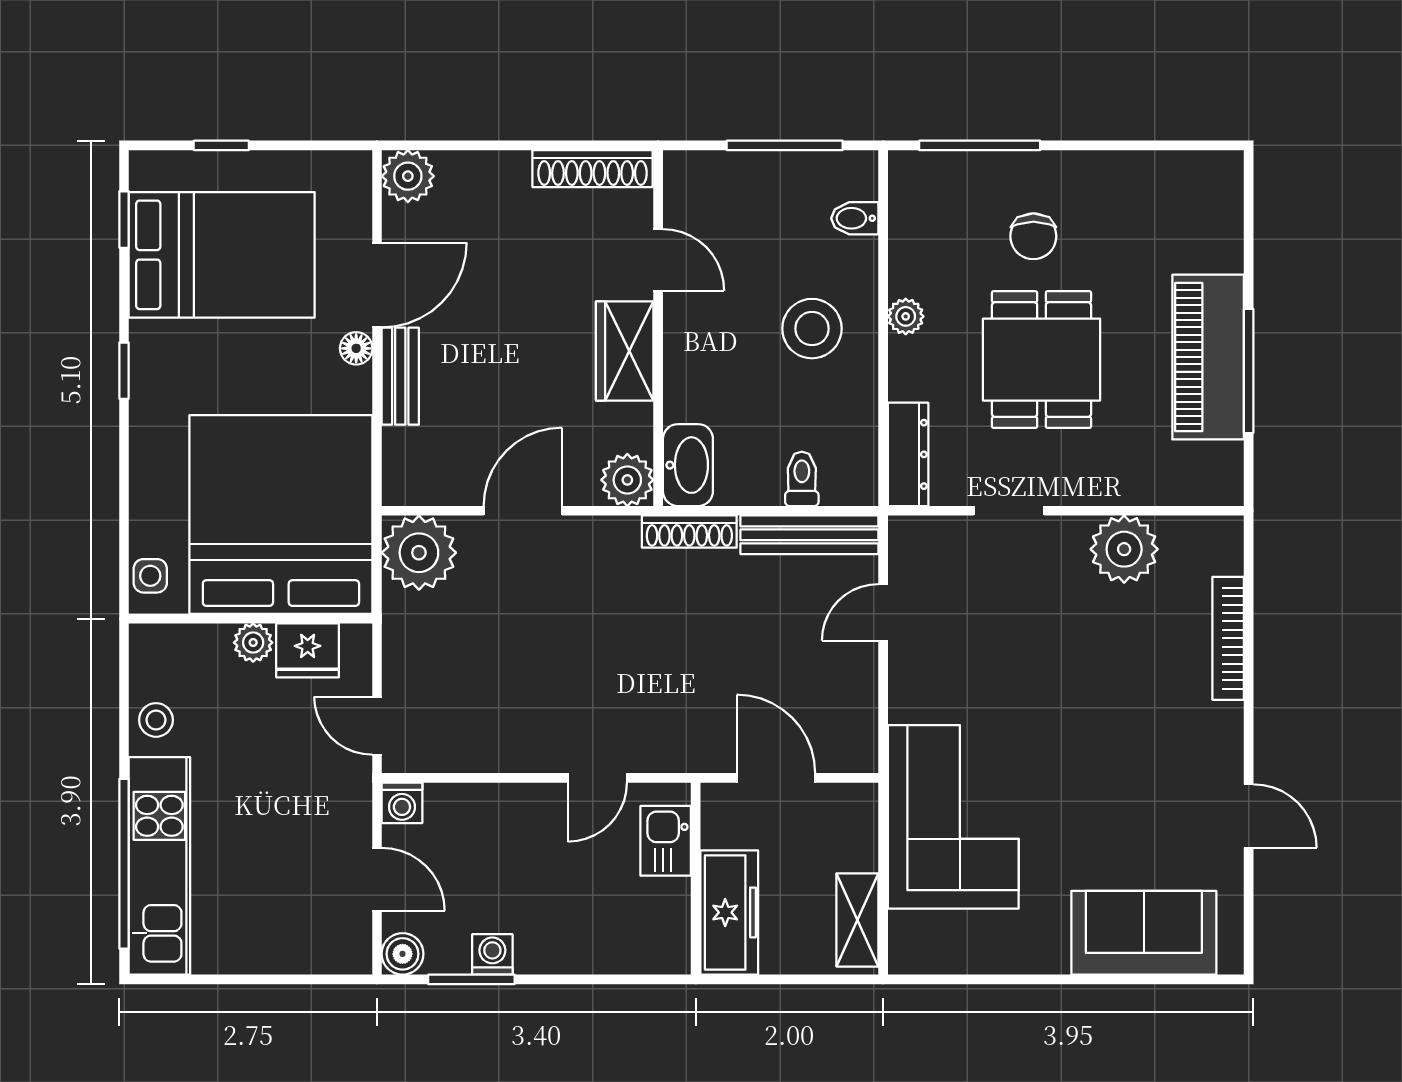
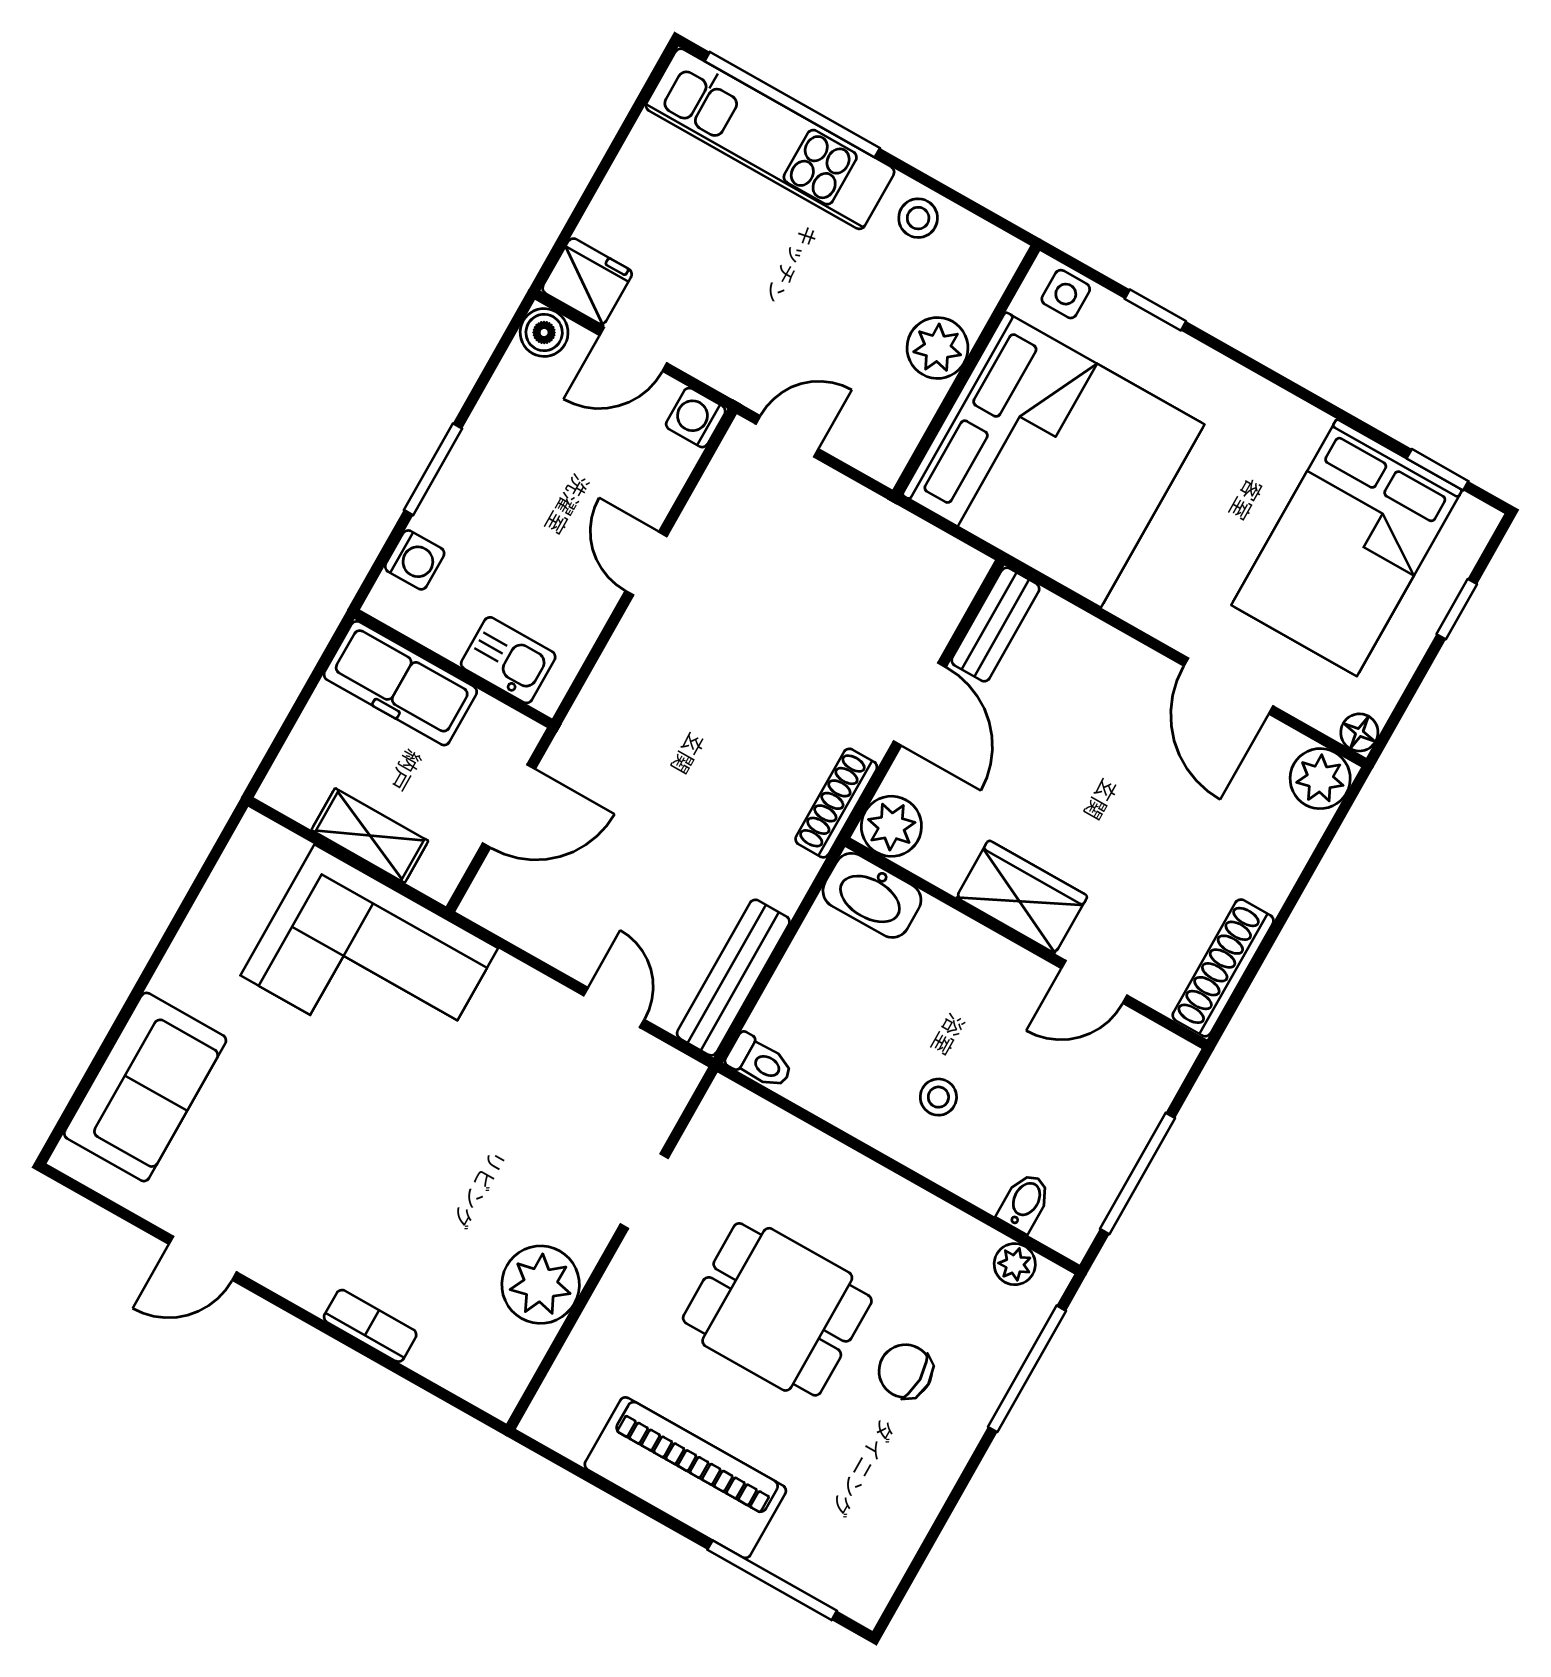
plant: (906, 316) -> (1015, 1264), moved
stool: (812, 329) -> (938, 1097), width x0.53, depth x0.53
floor lamp: (356, 348) -> (1359, 732), moved
window: (124, 371) -> (1155, 310), moved
window: (1249, 371) -> (772, 1580), moved
bench: (400, 376) -> (995, 624), moved, turned 90
dresser: (908, 454) -> (758, 1122), removed
toilet: (802, 479) -> (760, 1062), moved
shoe rack: (689, 532) -> (836, 803), moved
plant: (419, 553) -> (937, 576), removed
bookcase: (1228, 638) -> (370, 1326), width x0.64
plant: (253, 643) -> (938, 348), width x1.38, depth x1.38
fridge: (308, 650) -> (587, 281), moved, turned 90
door: (597, 778) -> (646, 563), moved
shelving: (857, 920) -> (370, 835), moved
washing machine: (492, 954) -> (415, 560), moved
window: (471, 979) -> (433, 469), moved

